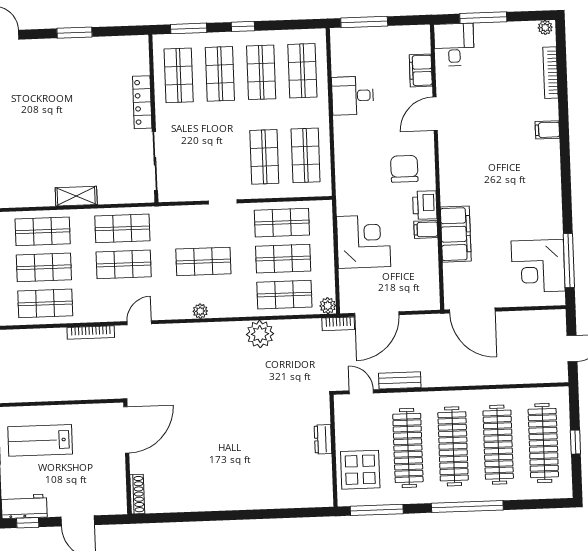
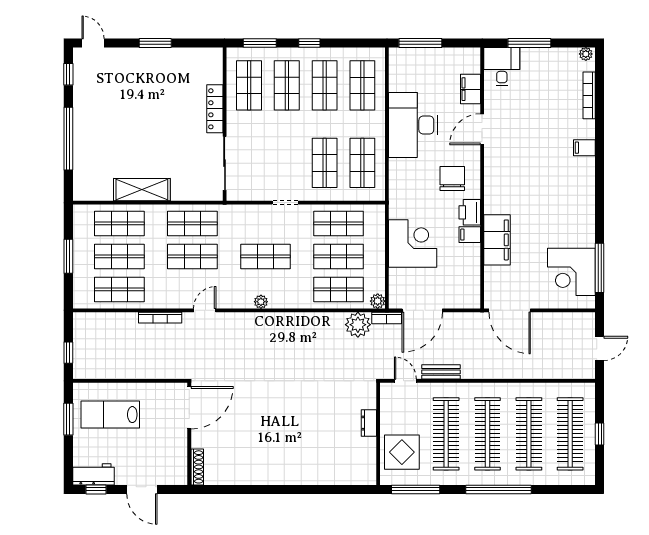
desk: (353, 96) -> (413, 125), width x1.87, depth x1.30
shelving: (76, 196) -> (142, 190), width x1.50, depth x1.33
plant: (260, 334) -> (358, 325), moved

